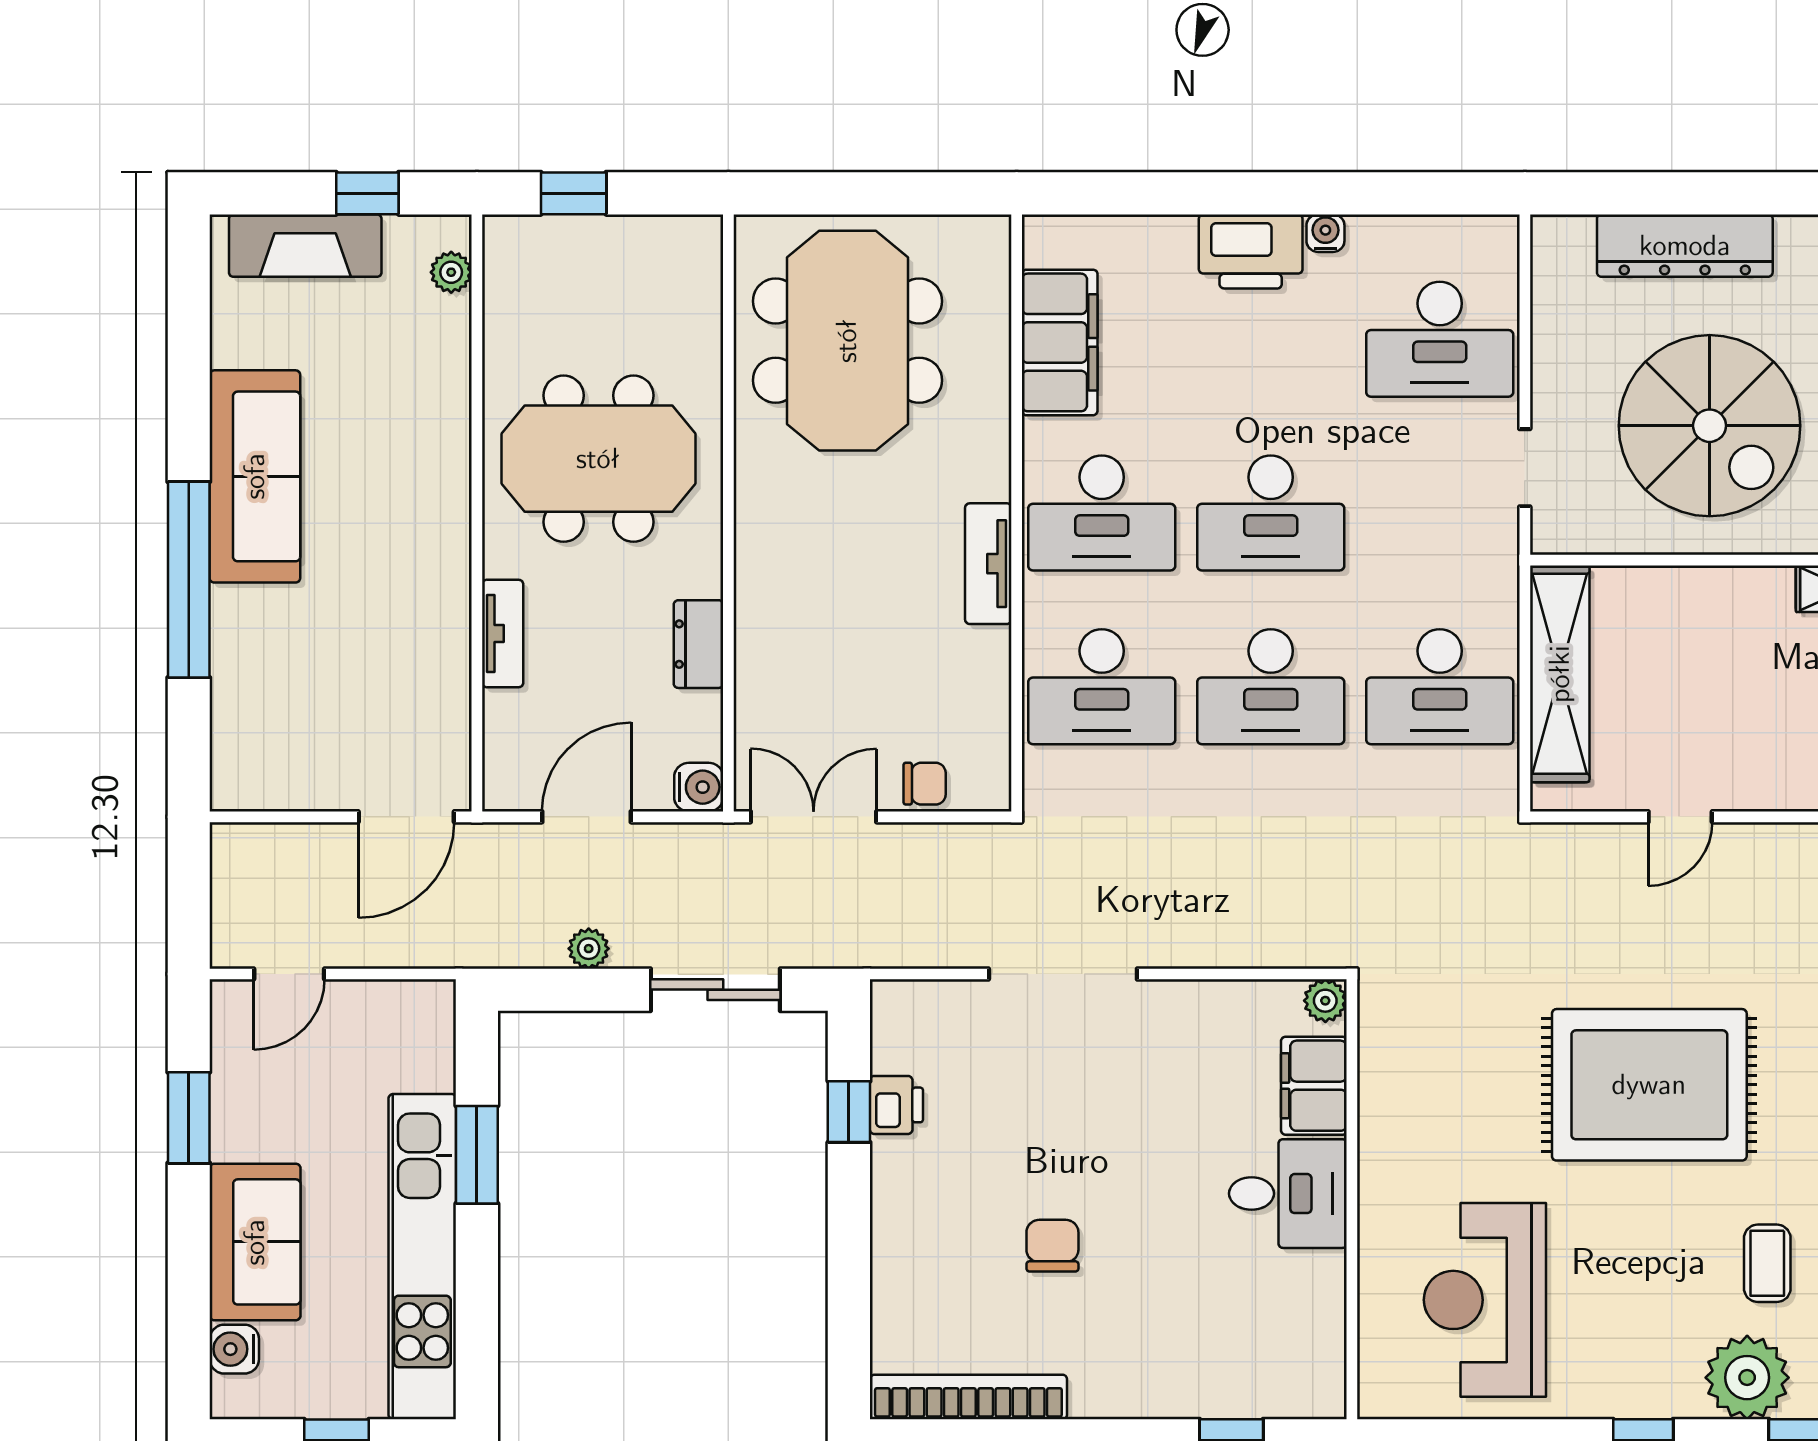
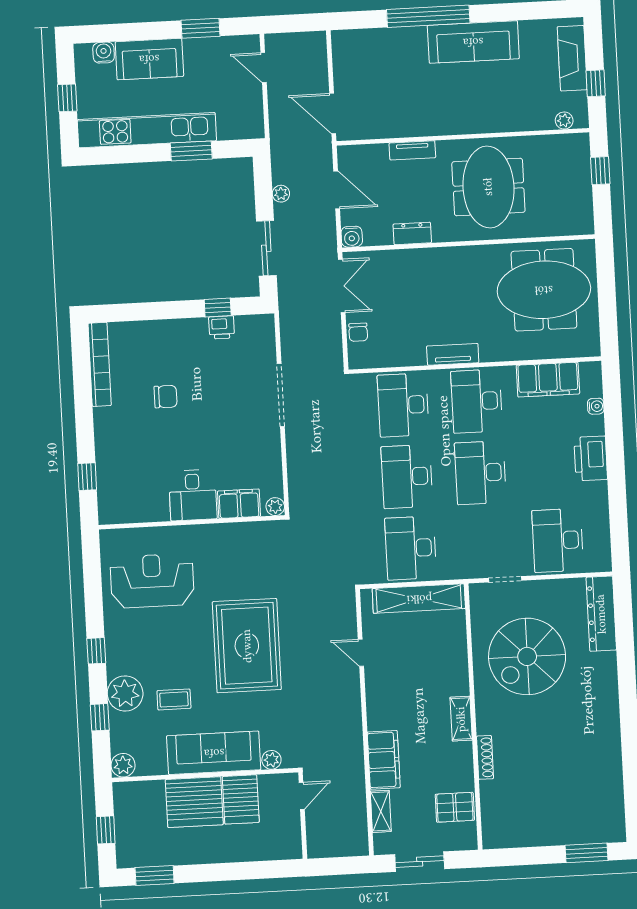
water cooler: (1325, 233) -> (596, 406), moved
dresser: (1685, 246) -> (601, 614), moved

